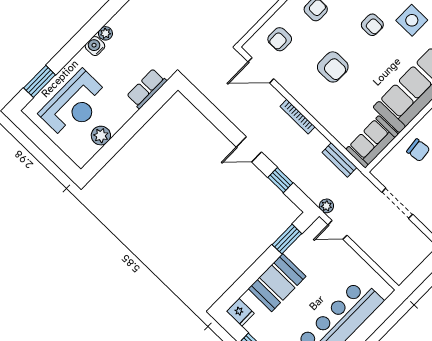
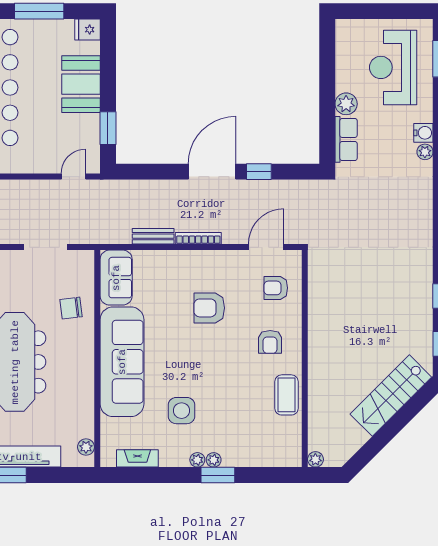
armchair: (372, 25) -> (211, 375), removed
armchair: (280, 39) -> (276, 288), turned -90
plant: (101, 136) -> (346, 104), moved
door: (249, 149) -> (212, 172), width x1.87
bench: (339, 160) -> (153, 236), moved
window: (280, 180) -> (259, 172), moved
plant: (326, 206) -> (102, 188), removed

